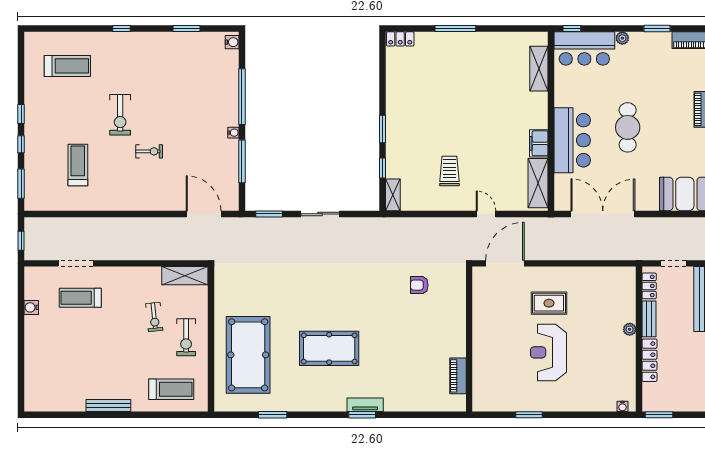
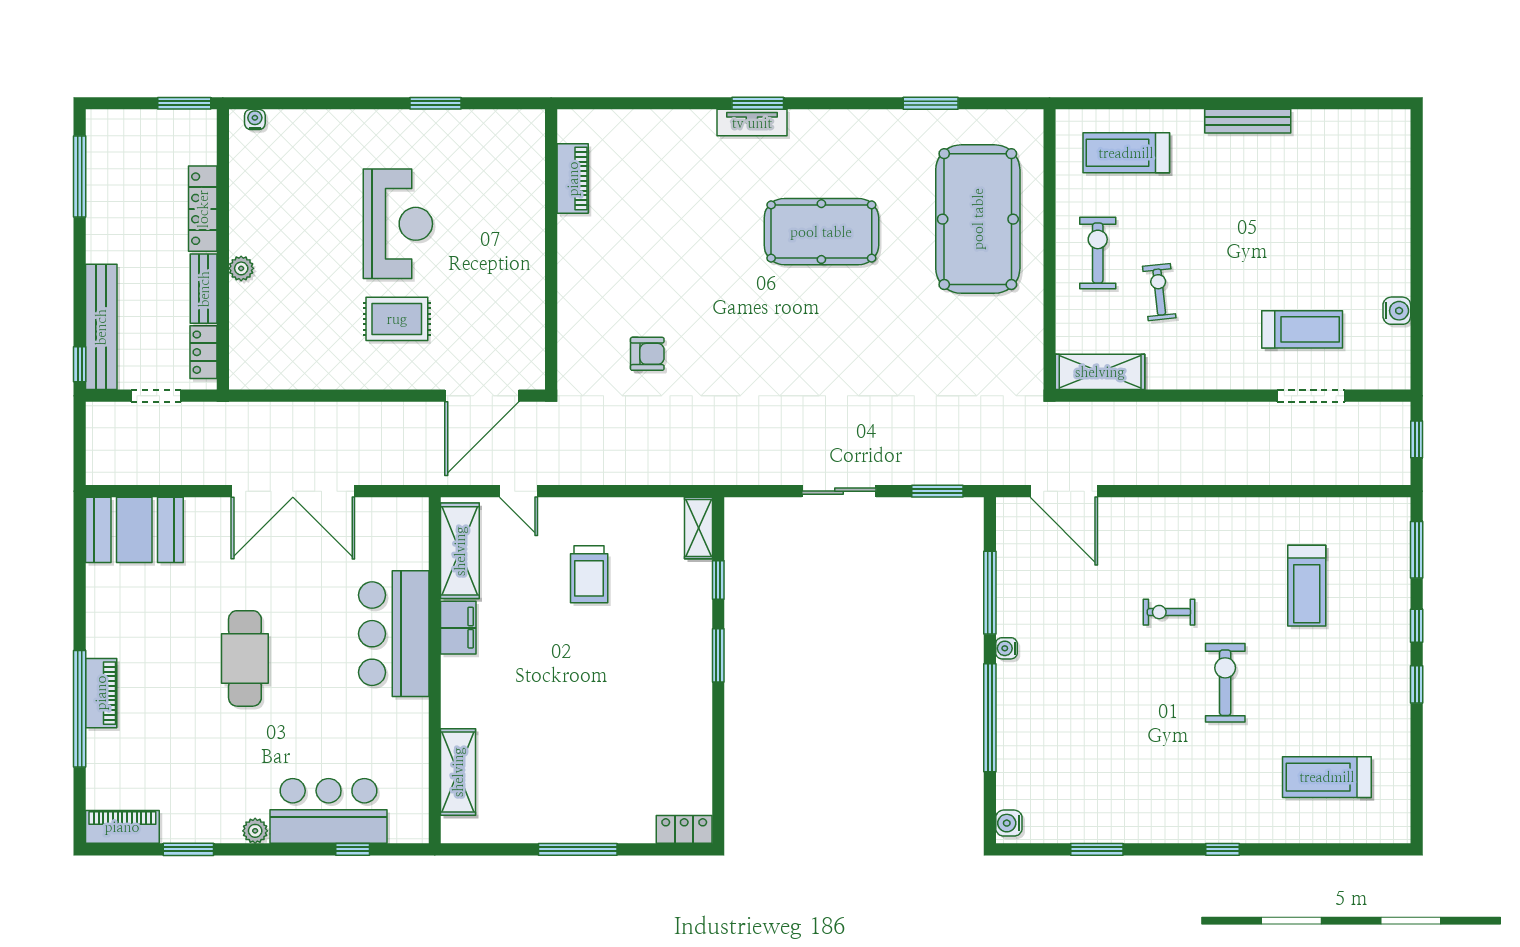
shelving: (539, 69) -> (458, 772), moved
wall: (551, 121) -> (435, 670), moved
bar counter: (572, 140) -> (394, 634), moved
filing cabinet: (539, 143) -> (458, 628), moved
shelving: (538, 183) -> (460, 551), moved

